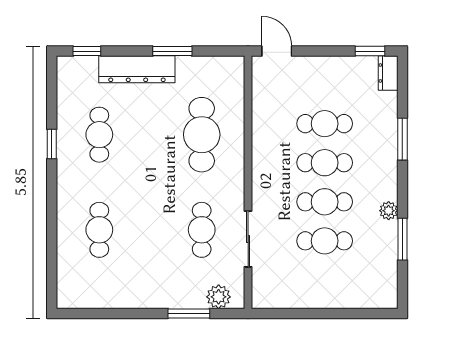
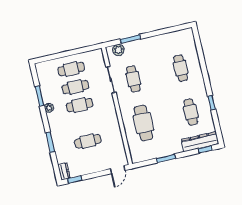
door: (277, 51) -> (118, 170), hinge flipped
dresser: (137, 69) -> (200, 142), moved
cafe table: (325, 163) -> (71, 69), moved

